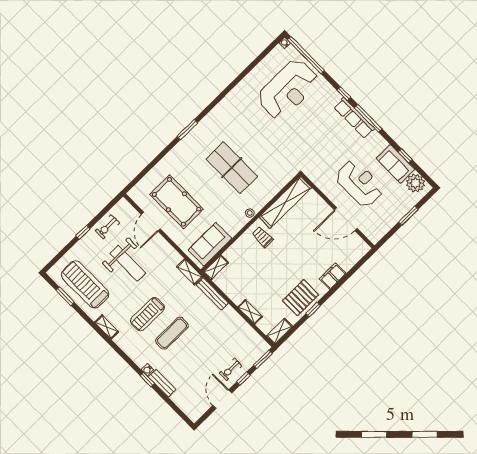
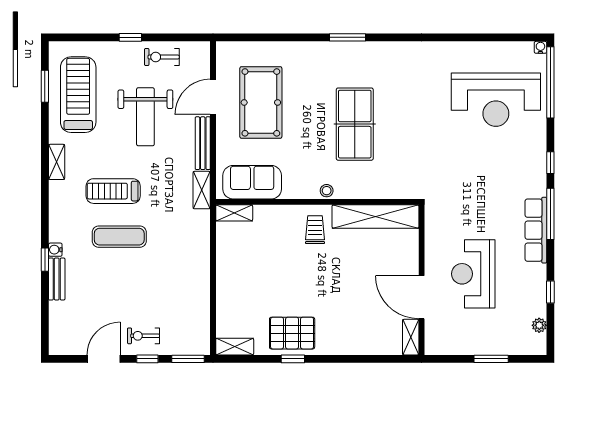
row of seats: (354, 118) -> (536, 230), moved
sofa: (395, 164) -> (532, 291), removed
reception desk: (360, 183) -> (473, 274), turned 180
plant: (415, 183) -> (539, 325), width x0.53, depth x0.53
filing cabinet: (333, 276) -> (348, 344), removed
bench: (212, 294) -> (203, 143), moved
shelving: (250, 312) -> (411, 337), moved

